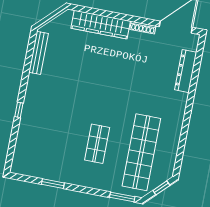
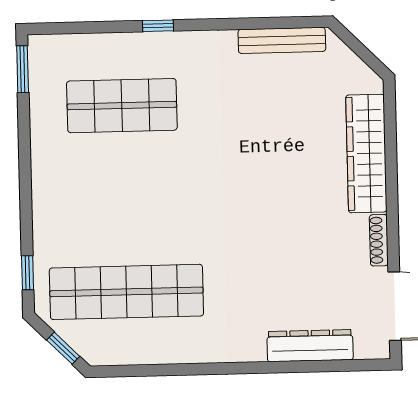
shop shelf: (97, 144) -> (122, 106), moved, width x1.43, depth x1.36
window: (53, 184) -> (23, 69), moved
window: (122, 197) -> (28, 273), width x0.67

